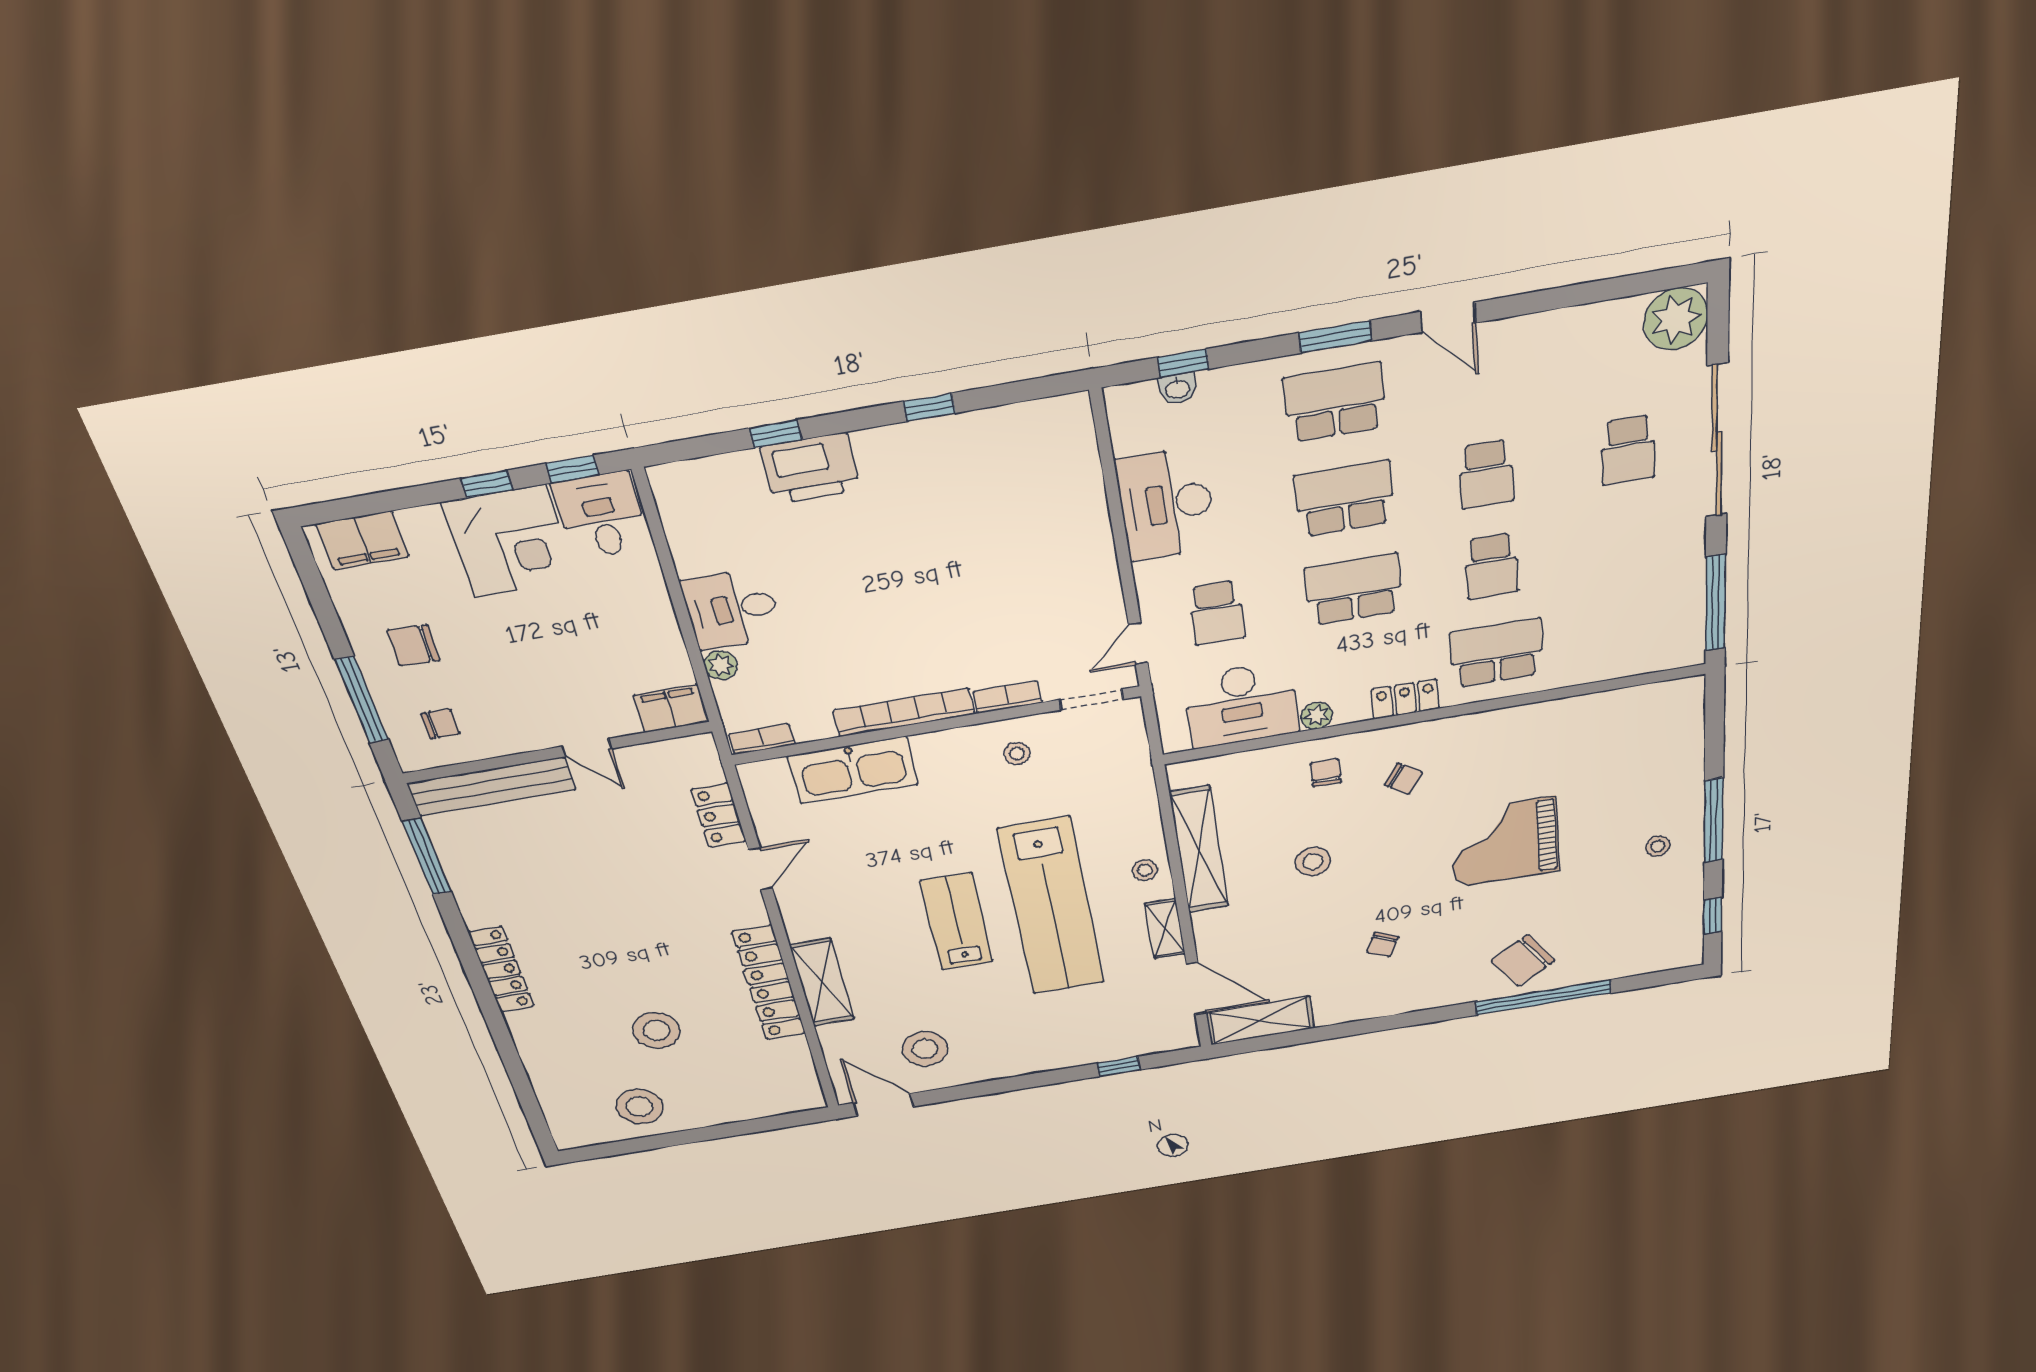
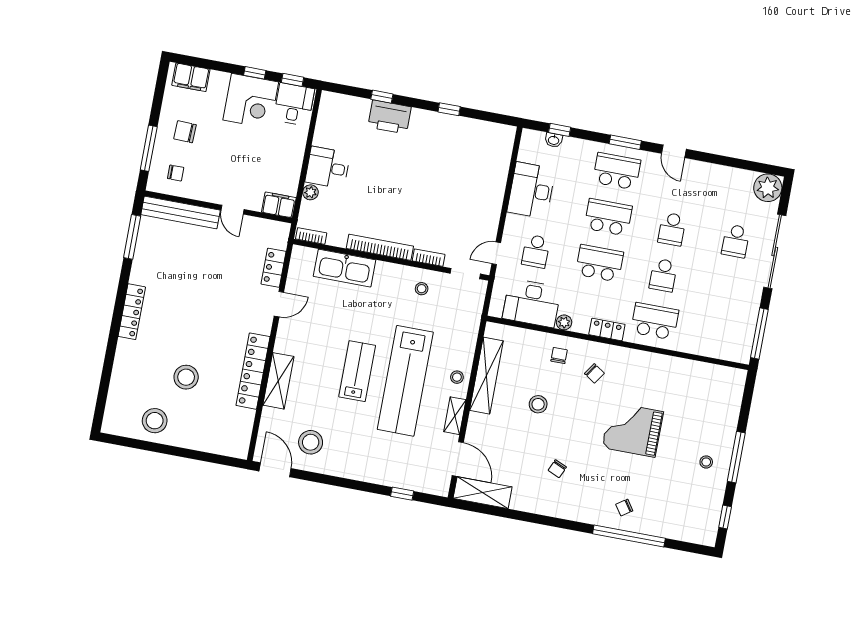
chair: (1523, 961) -> (624, 508), width x0.54, depth x0.54

